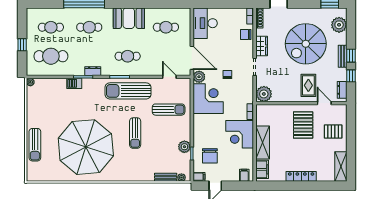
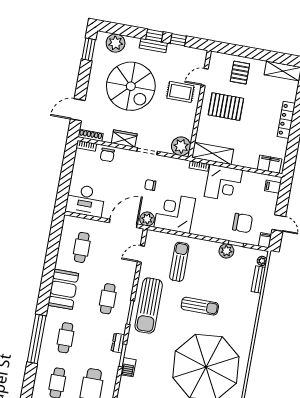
dresser: (342, 90) -> (193, 53), removed
shelving: (263, 143) -> (213, 153), moved

